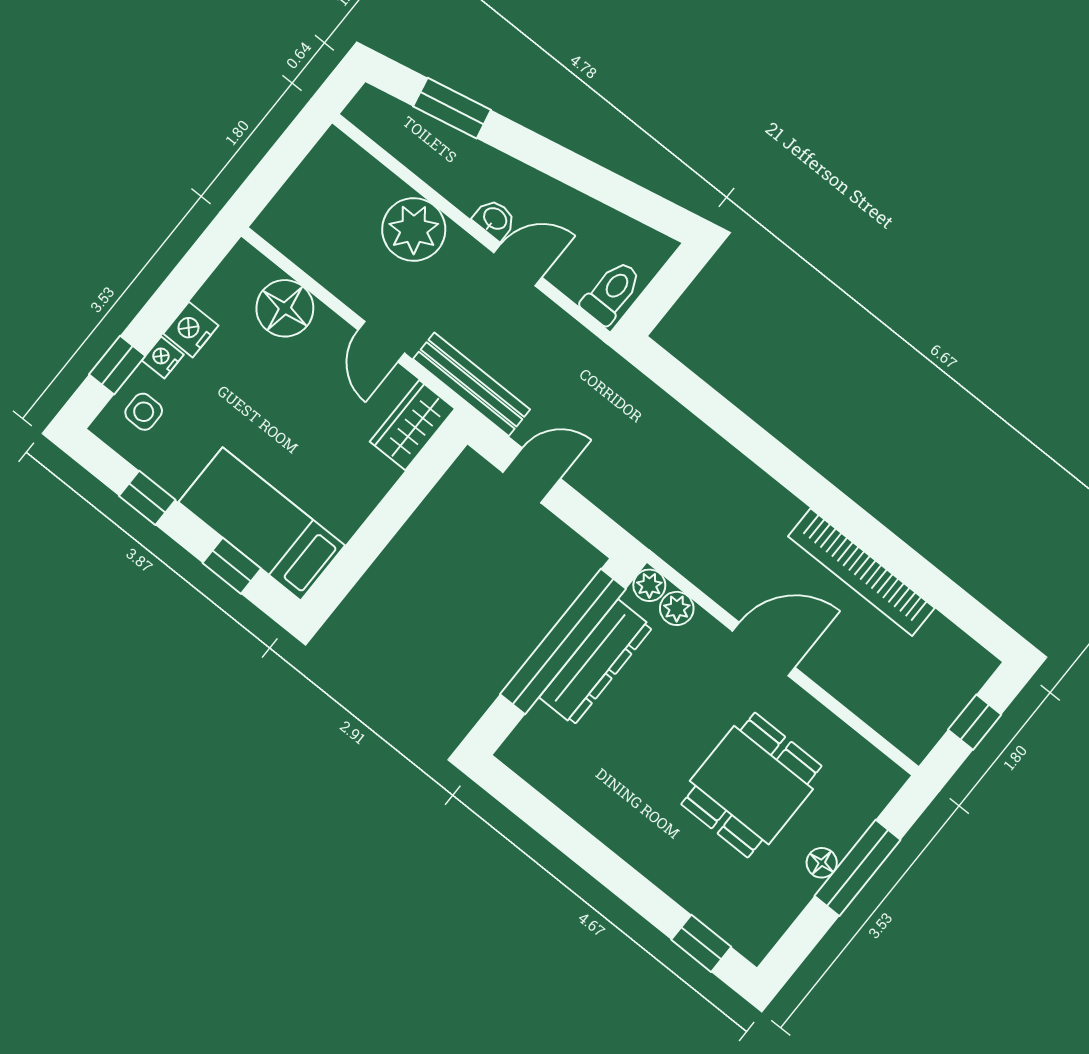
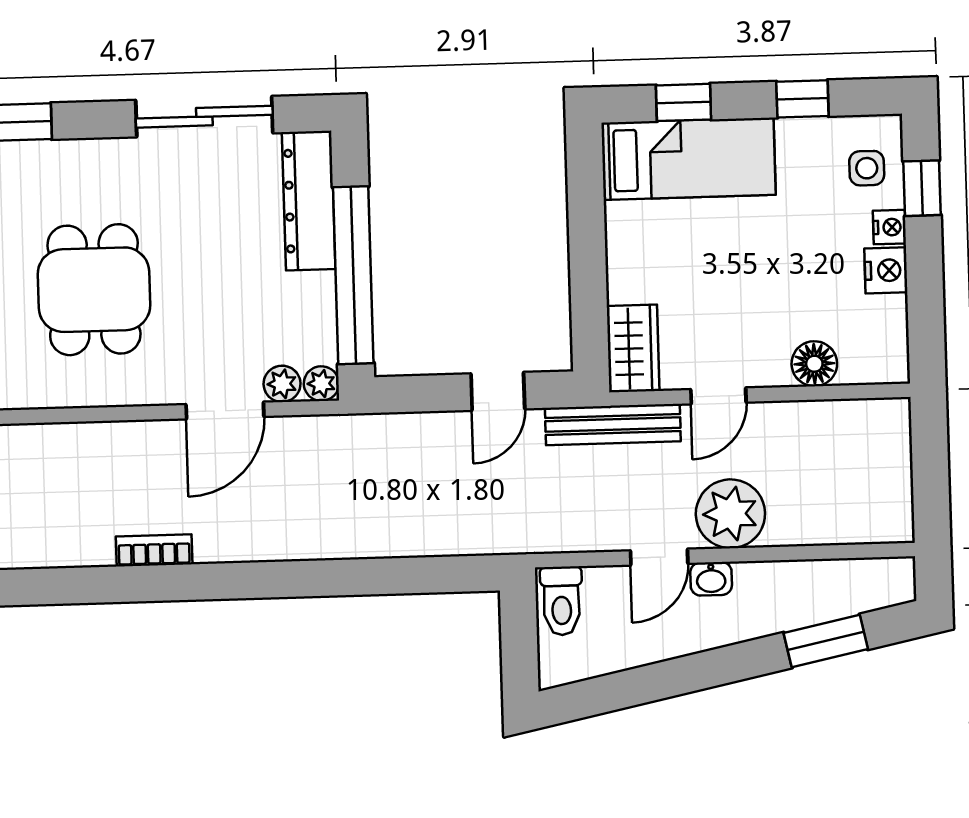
plant: (414, 229) -> (730, 514), moved
floor lamp: (285, 308) -> (814, 364), width x0.73, depth x0.73
door: (381, 342) -> (718, 396), swing flipped
bookcase: (861, 572) -> (154, 550), width x0.43, depth x0.76
door: (764, 649) -> (225, 411), moved
dresser: (596, 662) -> (309, 201), moved
sliding door: (572, 840) -> (204, 117), added

